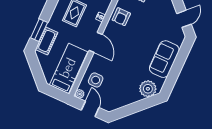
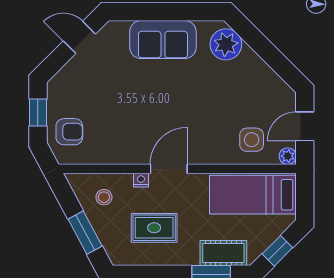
armchair: (121, 17) -> (124, 145), removed
door: (96, 42) -> (169, 169), moved
window: (36, 68) -> (277, 251), added

